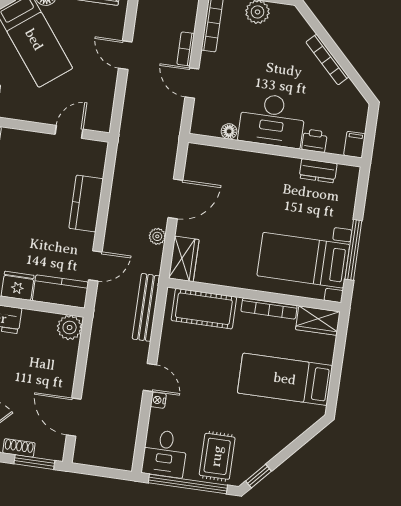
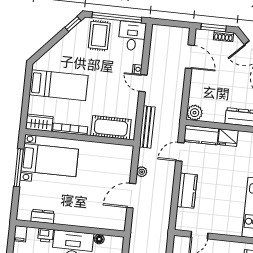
wardrobe: (184, 259) -> (125, 158), removed

